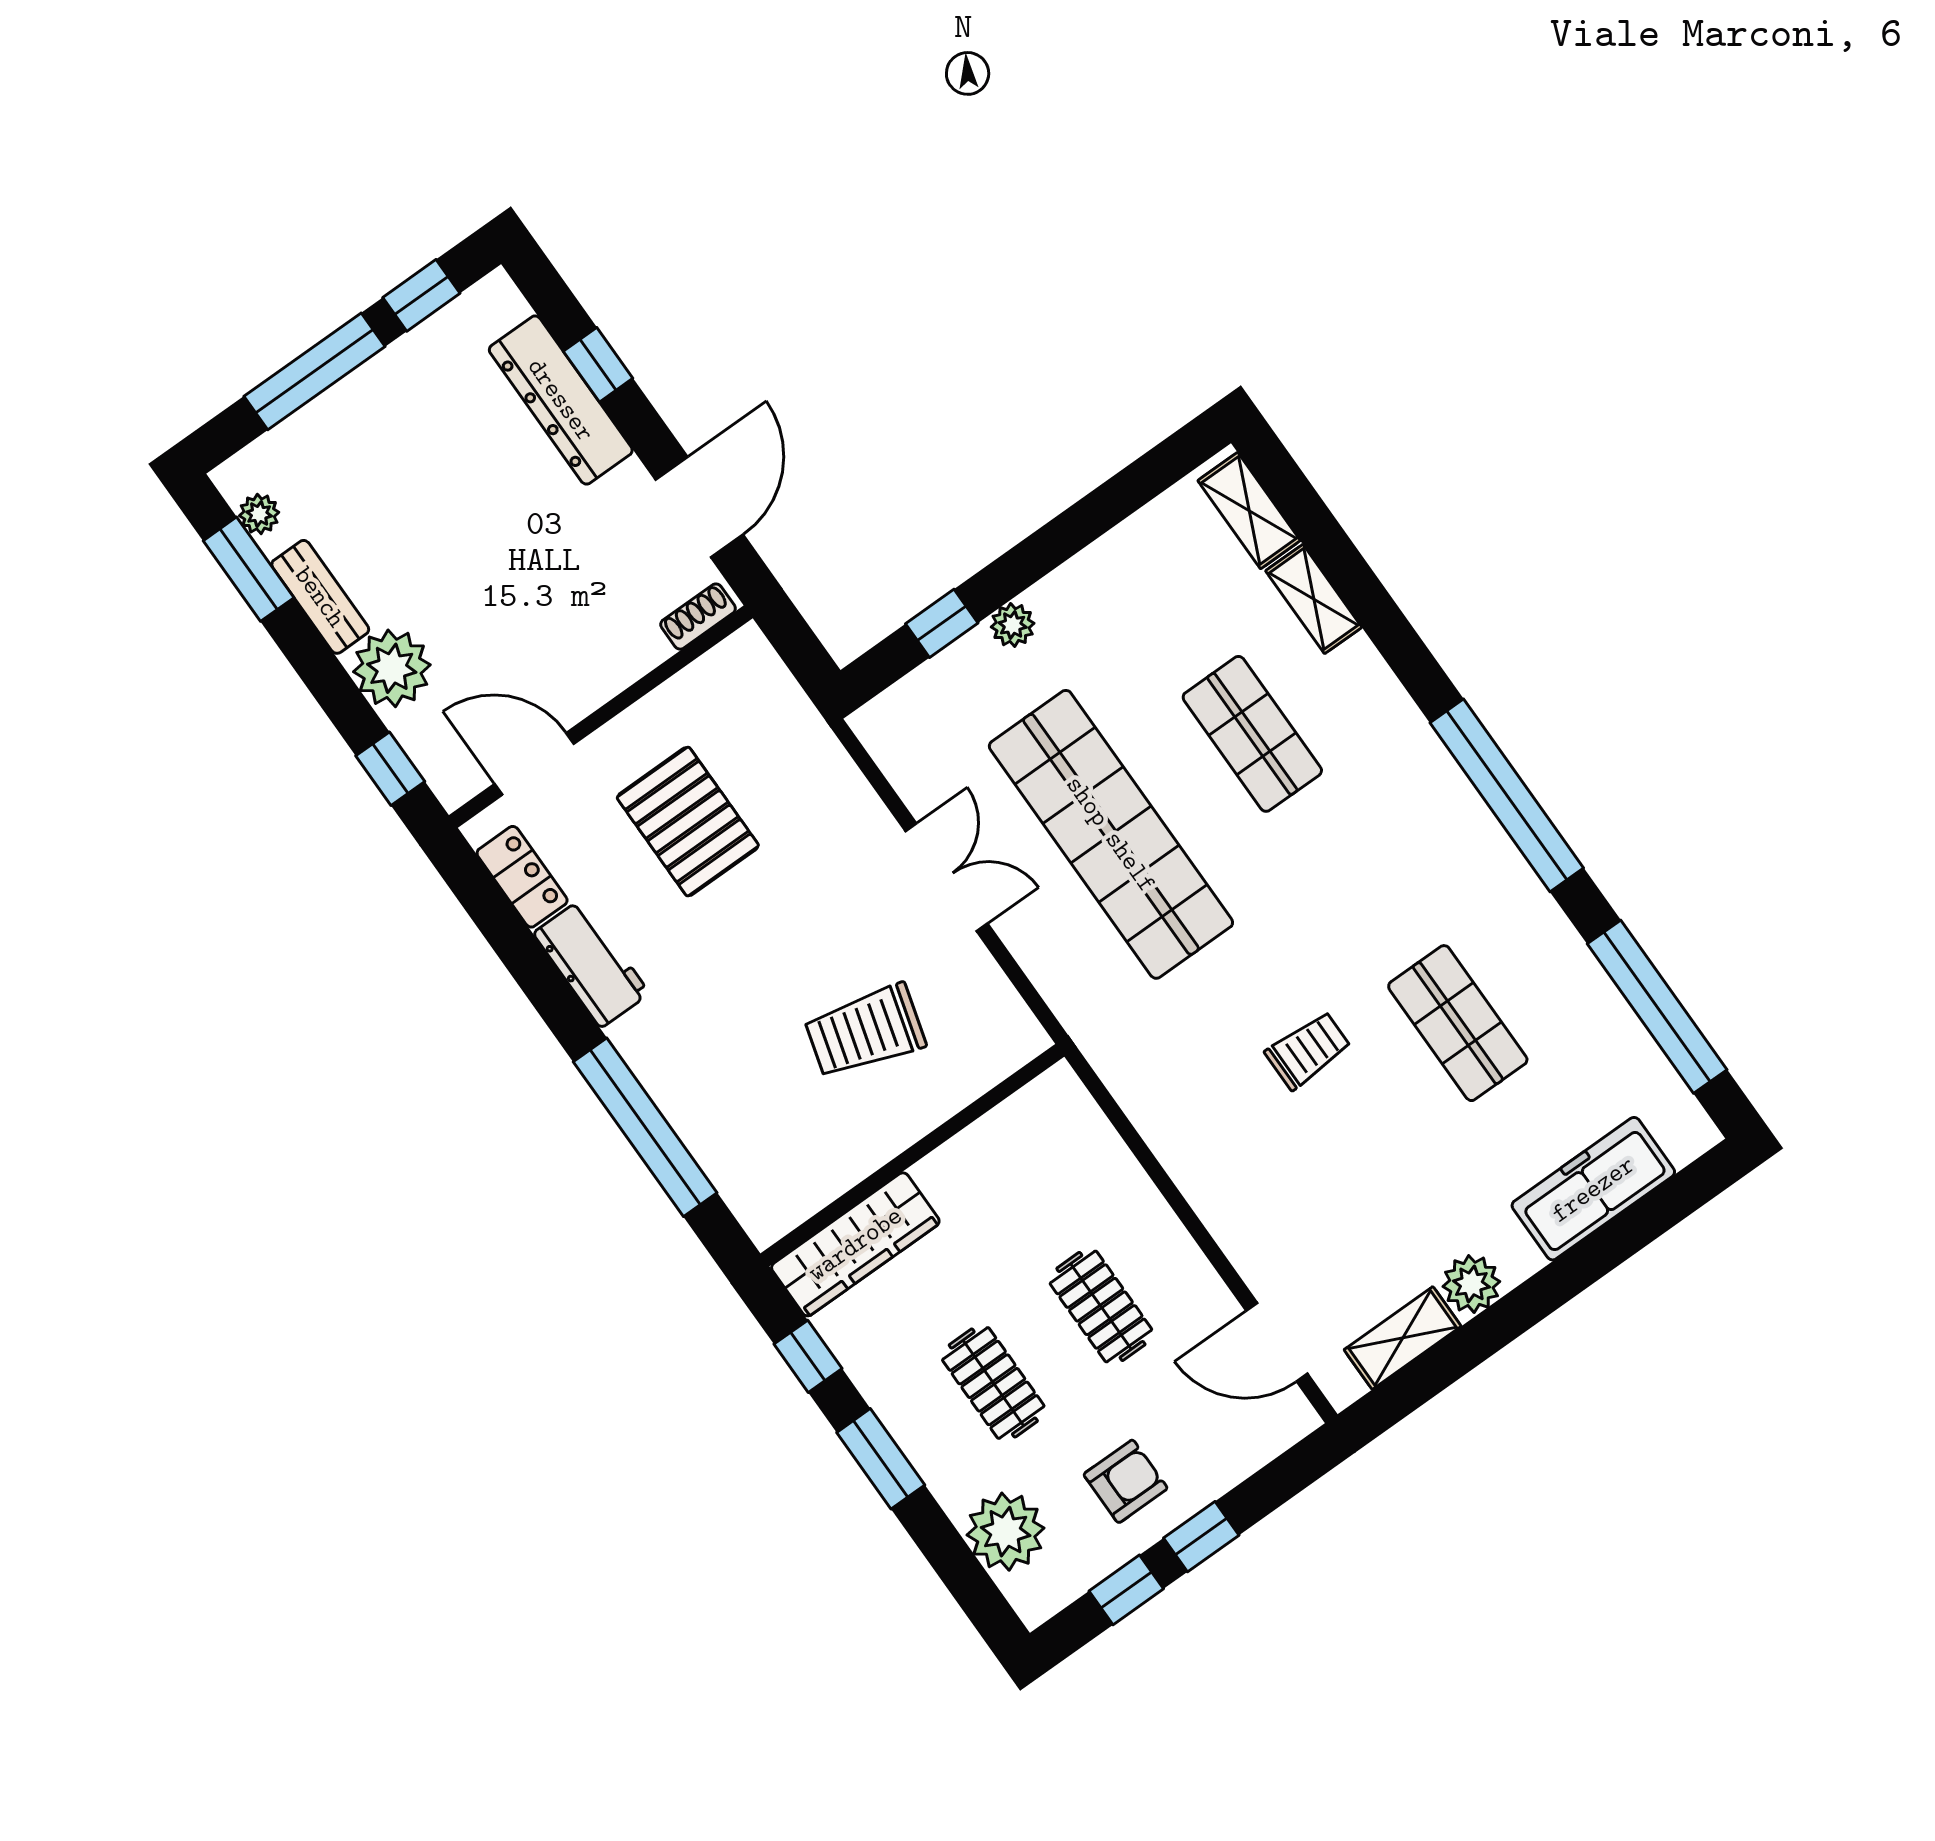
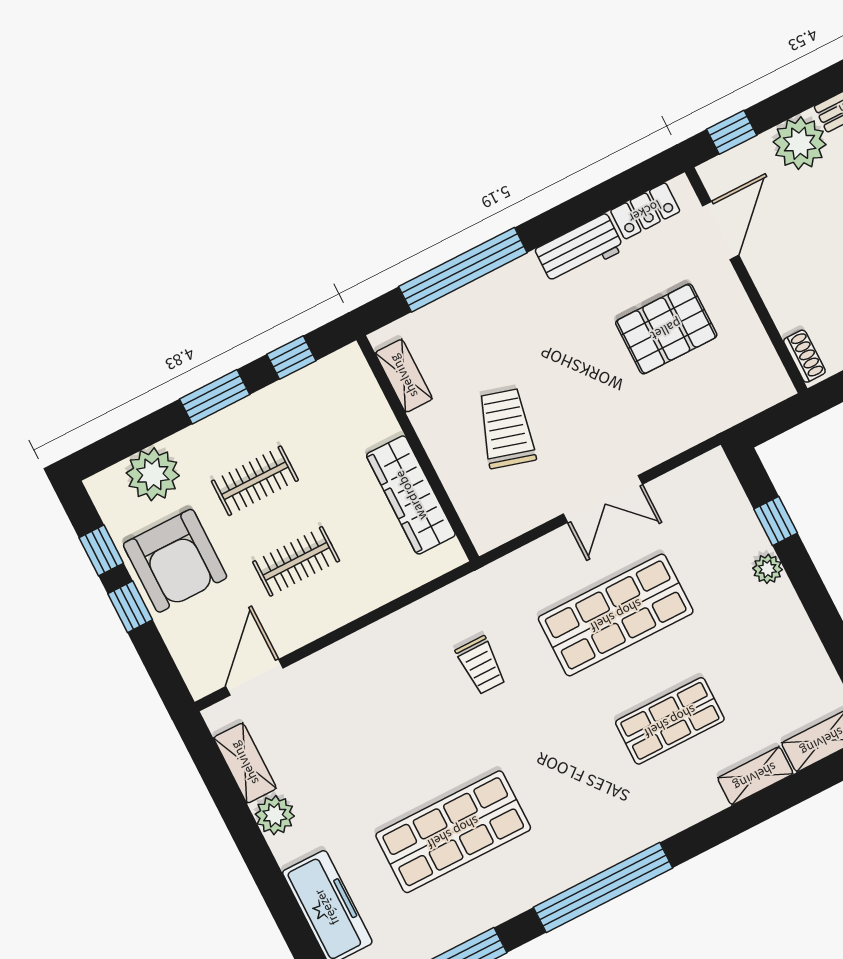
shop shelf: (1111, 834) -> (616, 615), width x0.71
shop shelf: (1458, 1023) -> (453, 832), width x1.43, depth x1.36
trolley: (1308, 1050) -> (481, 665), moved
shelving: (811, 1190) -> (404, 376), added
wardrobe: (855, 1244) -> (411, 495), moved
armchair: (1126, 1481) -> (175, 561), width x1.88, depth x1.88

